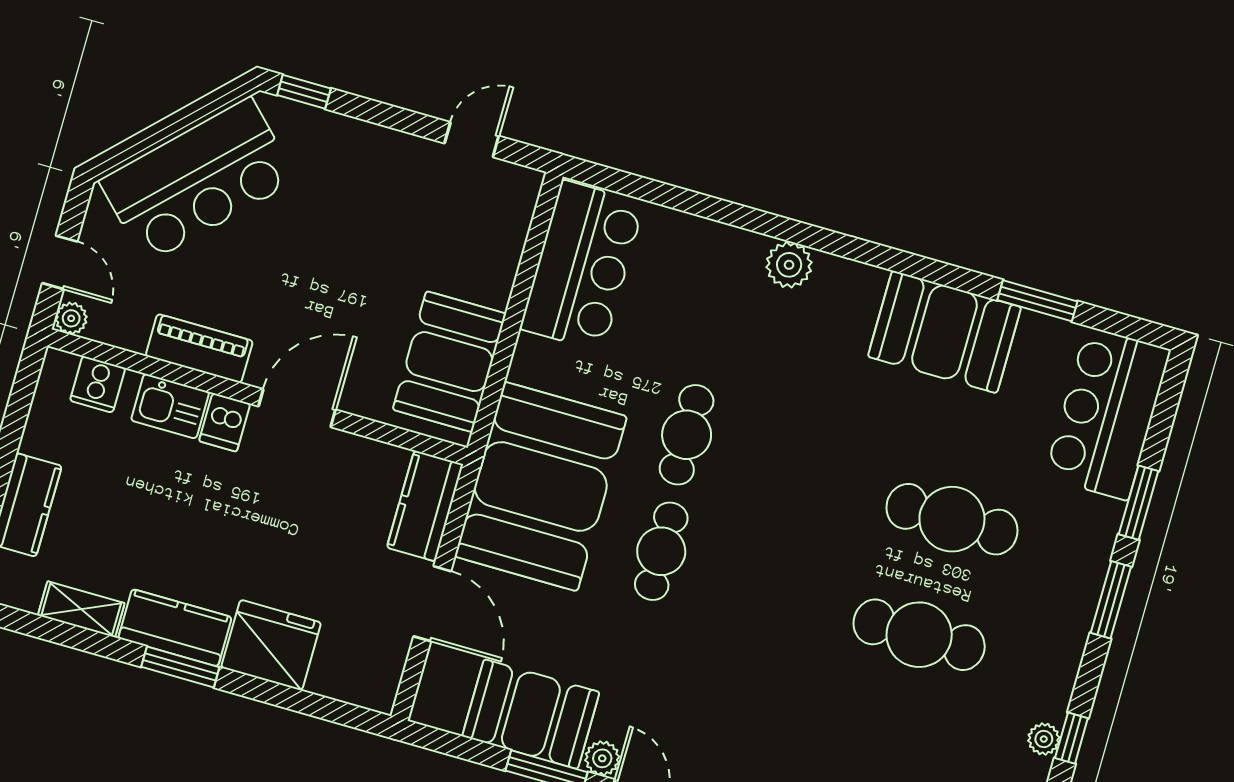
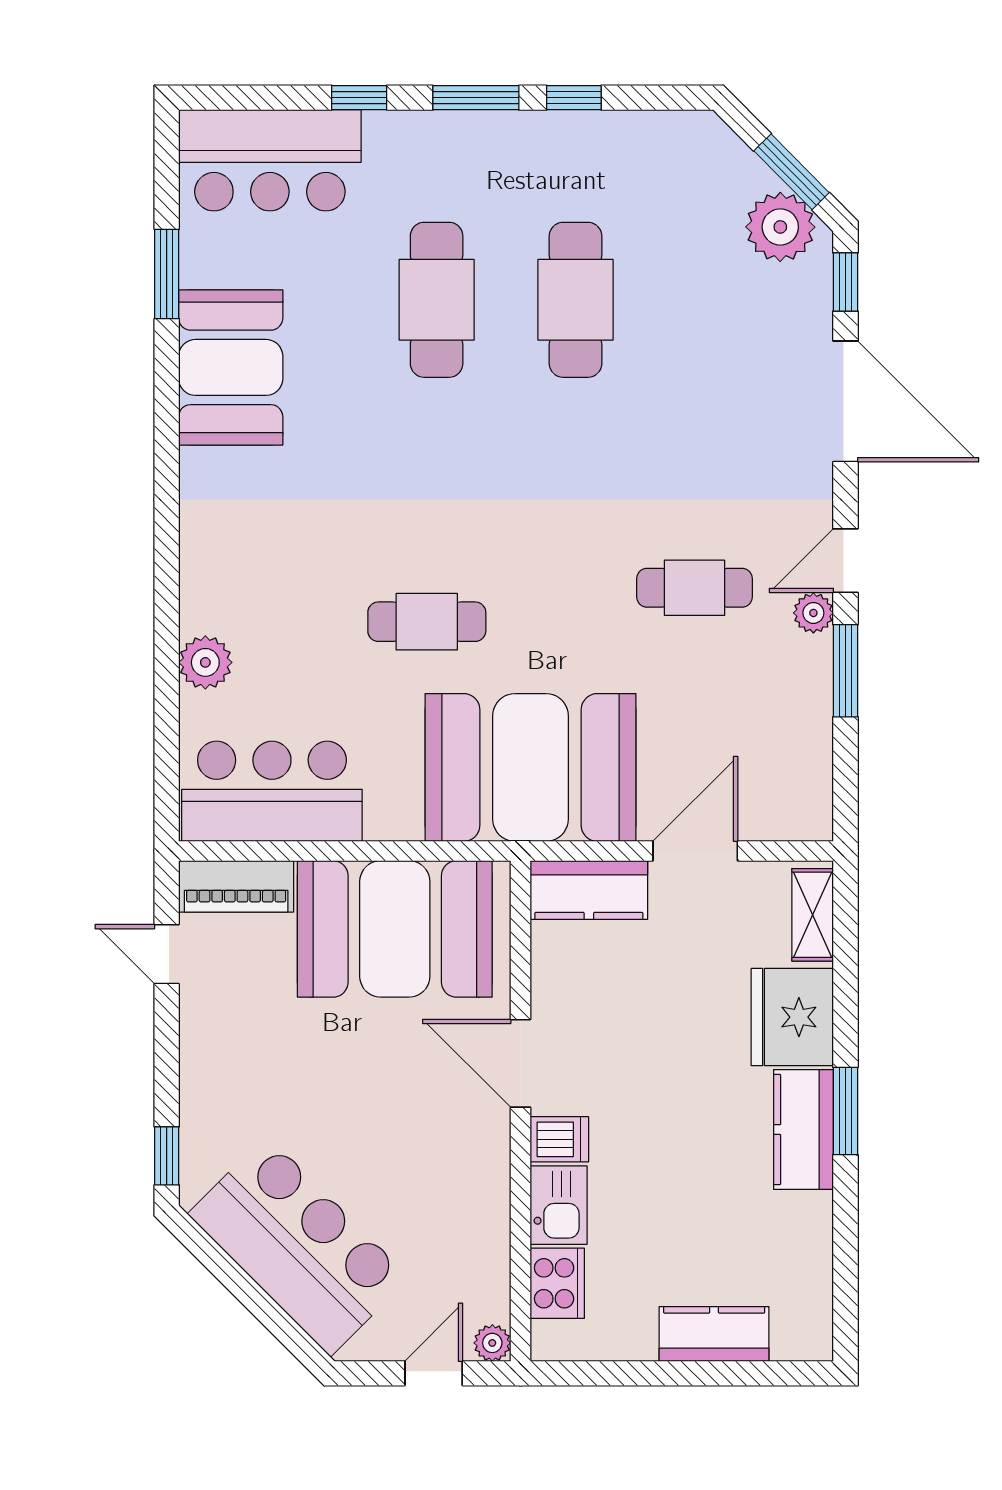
plant: (789, 265) -> (205, 662), moved
piano: (199, 348) -> (236, 886), moved, turned -90
booth: (449, 362) -> (395, 929), width x1.36, depth x1.42
cooker: (98, 384) -> (557, 1283), width x1.36
window: (1139, 503) -> (359, 98), width x0.67
cafe table: (661, 551) -> (694, 588), moved
shelving: (81, 609) -> (813, 915), moved
booth: (531, 714) -> (787, 706), removed
window: (1071, 738) -> (574, 98), moved
plant: (1044, 739) -> (652, 128), removed

